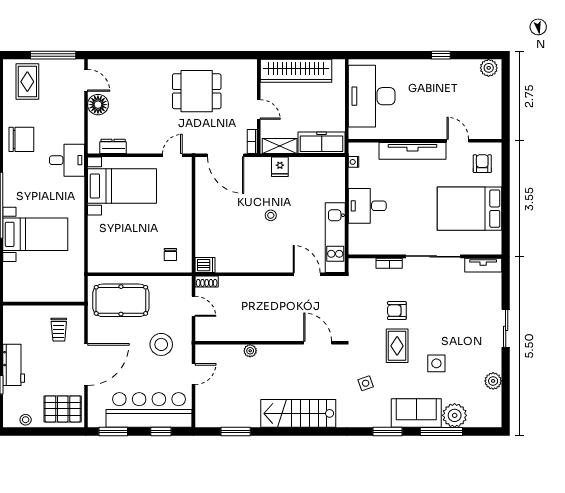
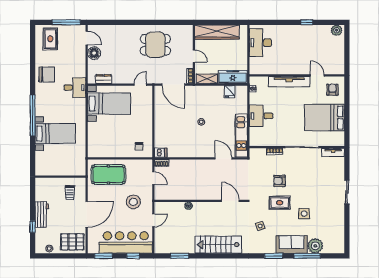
desk: (372, 96) -> (261, 43), width x0.73, depth x0.77
fridge: (280, 167) -> (230, 92), moved
rug: (397, 346) -> (280, 203), turned 90
plant: (493, 381) -> (339, 224), removed

